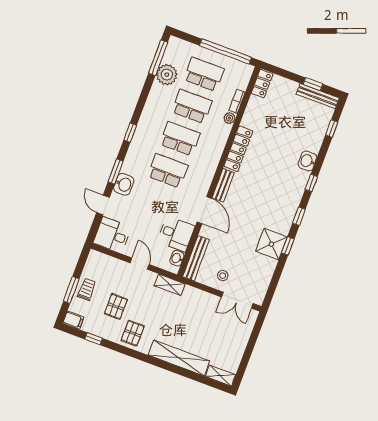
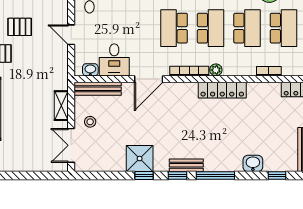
plant: (229, 118) -> (216, 70), moved
washbasin: (307, 161) -> (253, 163), moved
school desk: (168, 171) -> (174, 28), turned 180
bookcase: (211, 172) -> (189, 71), added
window: (311, 183) -> (215, 176), width x2.17
bench: (223, 185) -> (186, 165), moved
door: (140, 264) -> (71, 35), swing flipped
shelving: (170, 285) -> (61, 106), moved

